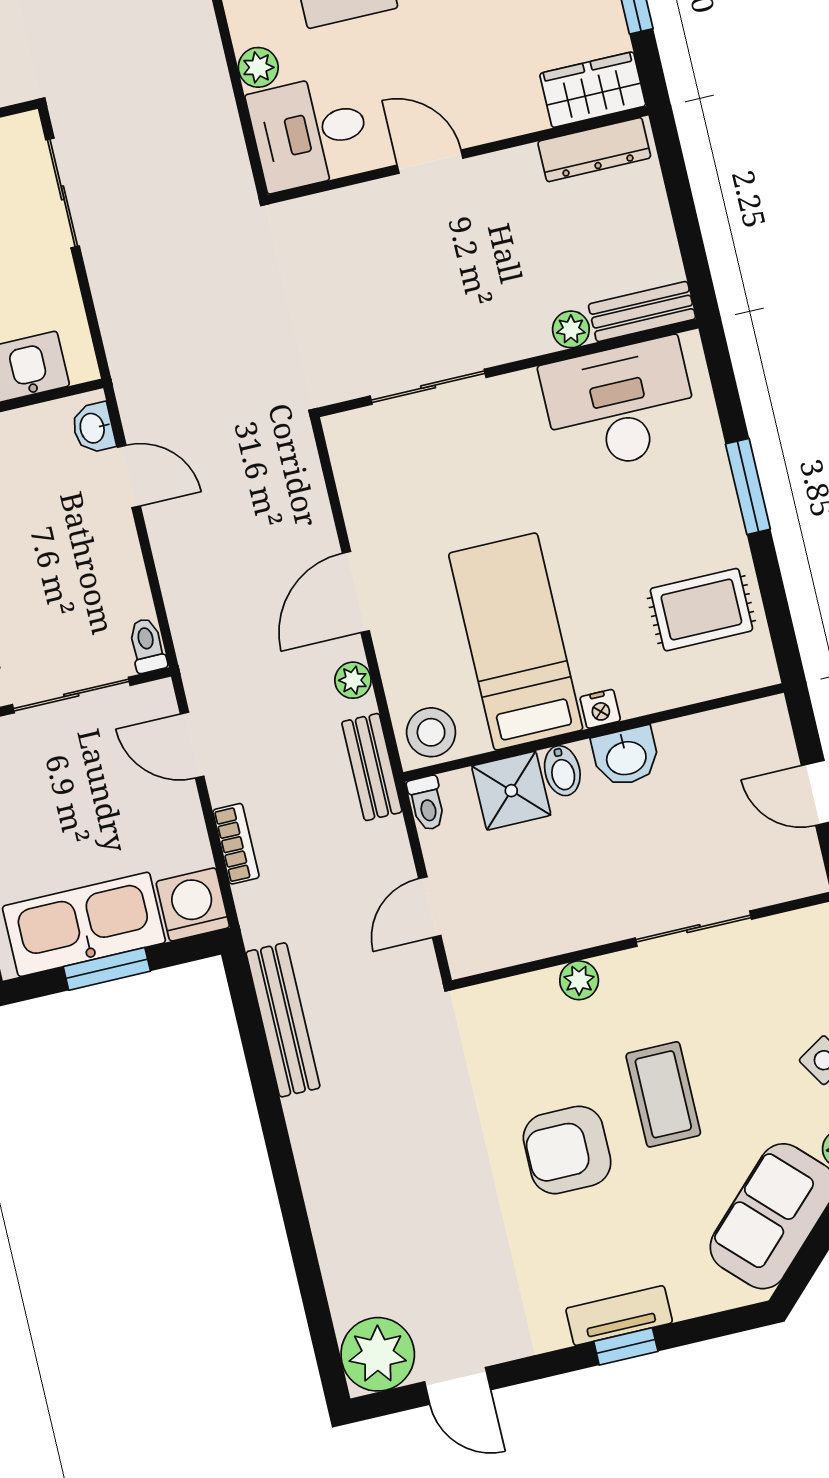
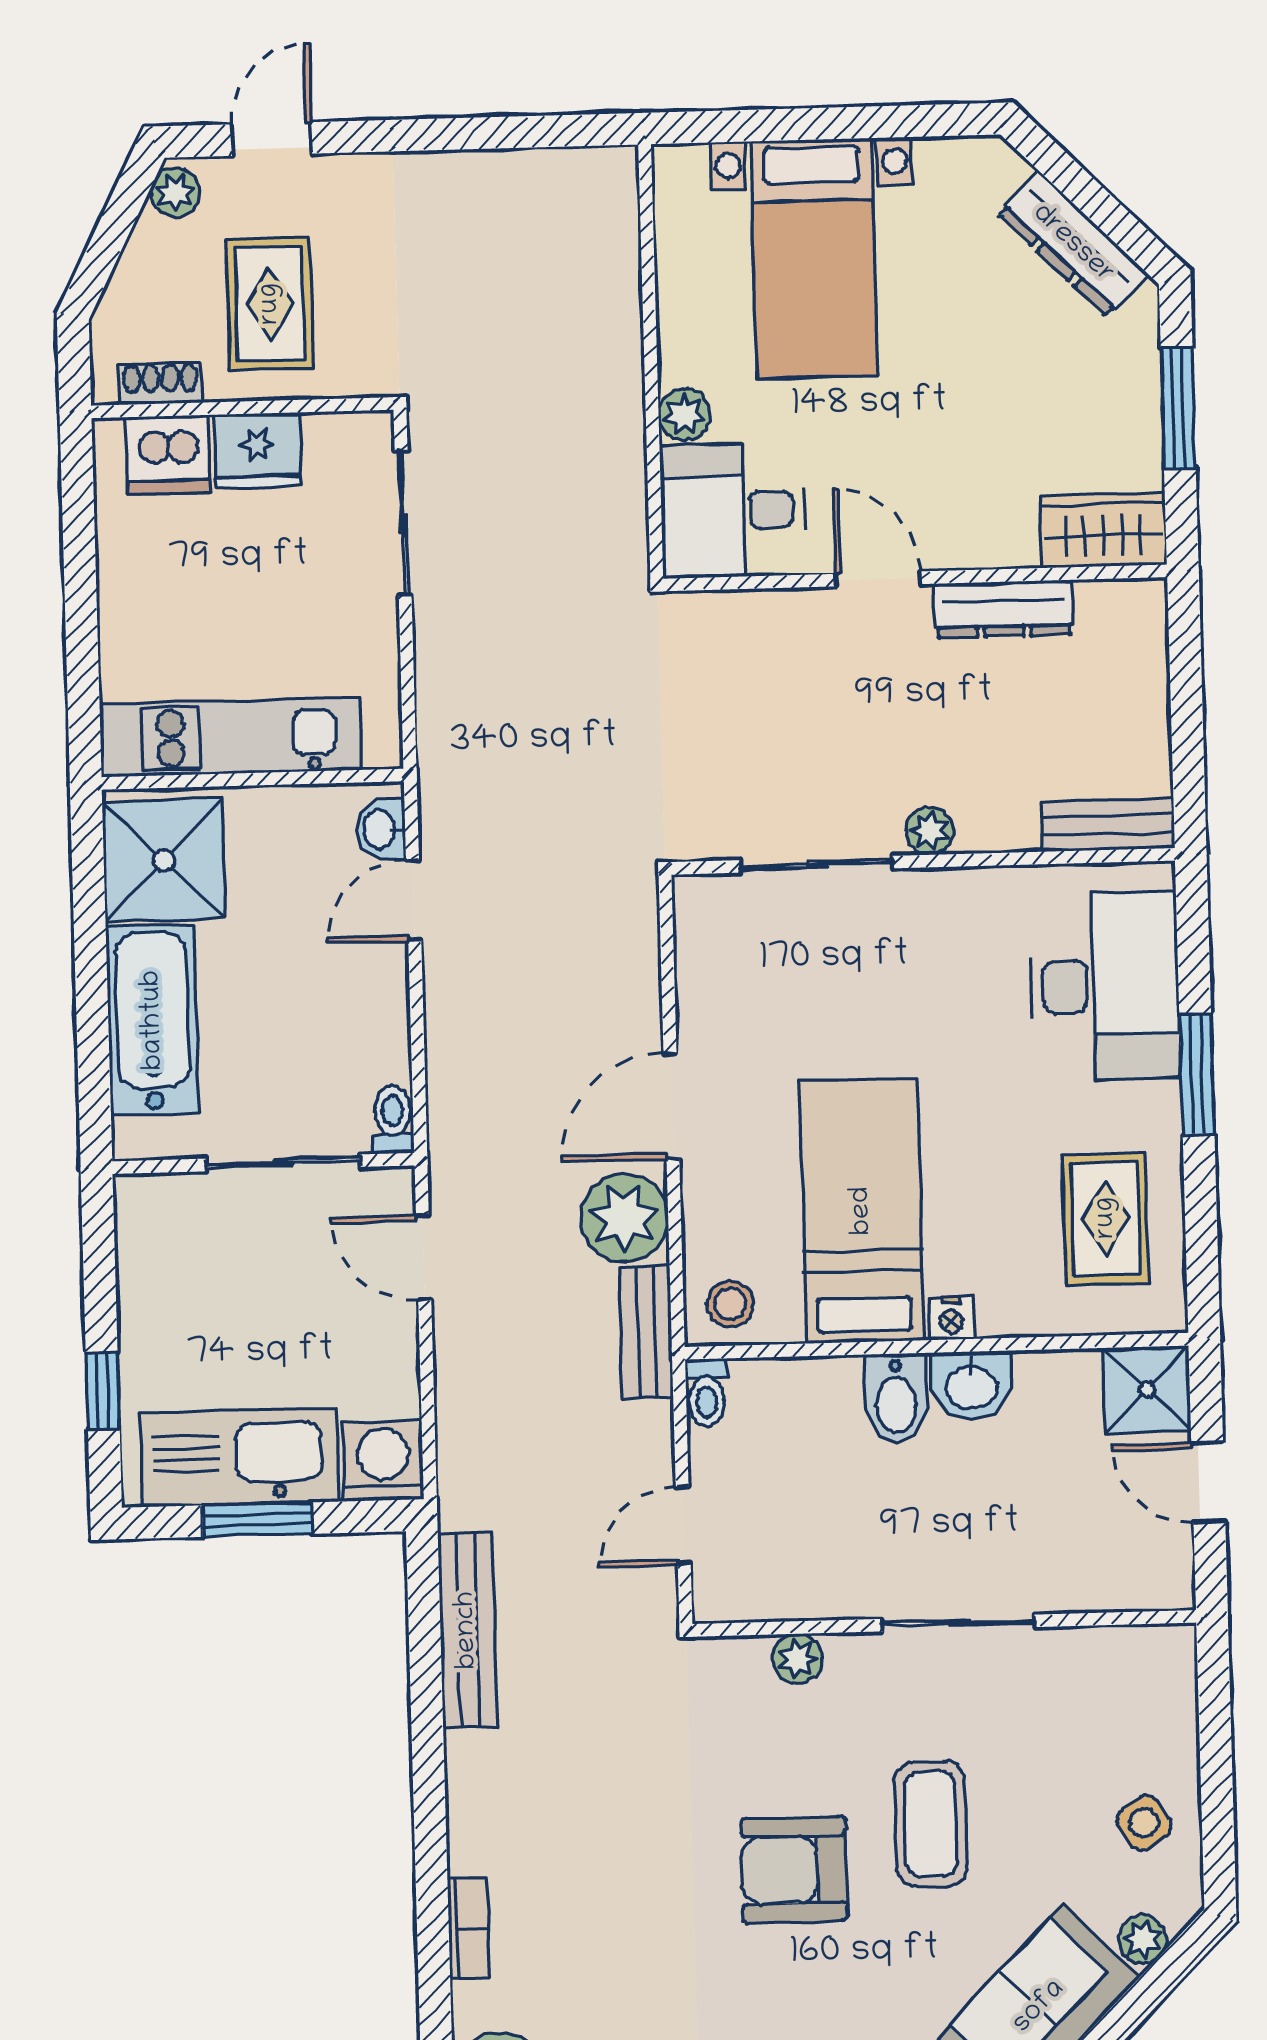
dresser: (594, 150) -> (1004, 609), moved
plant: (571, 329) -> (930, 831), moved
desk: (620, 405) -> (1105, 986), moved, turned 90
door: (129, 477) -> (414, 900), swing flipped
rug: (701, 610) -> (1106, 1218), turned 90
plant: (353, 680) -> (624, 1218), width x1.87, depth x1.87
stool: (431, 732) -> (730, 1304), width x0.73, depth x0.73
bidet: (562, 771) -> (896, 1398), width x1.38, depth x1.36
shower: (511, 791) -> (1147, 1390), moved
bookcase: (236, 844) -> (469, 1929), moved
sliding door: (693, 929) -> (959, 1623), moved
plant: (579, 980) -> (797, 1659), moved

